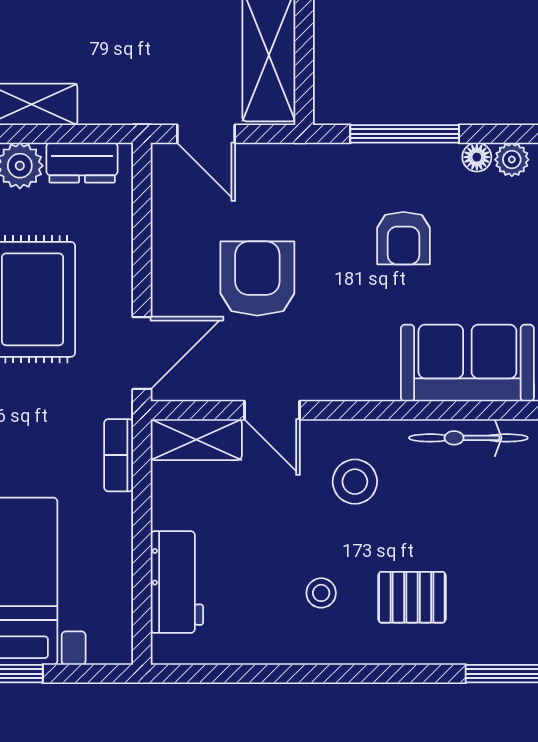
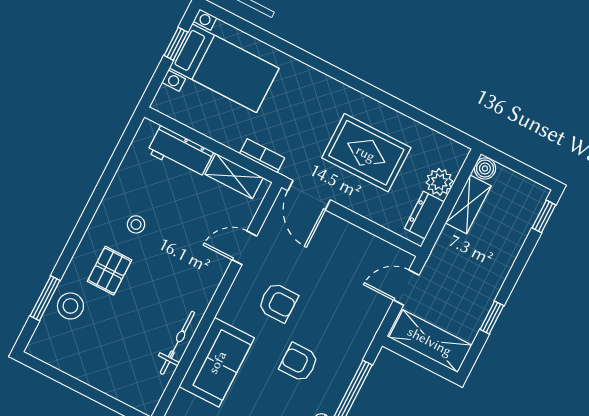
armchair: (257, 279) -> (278, 302), moved, width x0.72, depth x0.72
shelving: (196, 440) -> (234, 176), moved, turned 90
stool: (355, 482) -> (70, 306), moved

